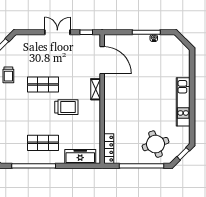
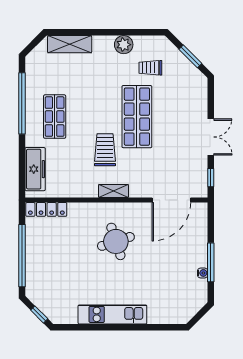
shop shelf: (43, 85) -> (137, 117), width x1.43, depth x1.36
shelving: (96, 89) -> (114, 191), moved
trolley: (66, 107) -> (105, 150), turned 180
round table: (155, 144) -> (116, 241), moved

